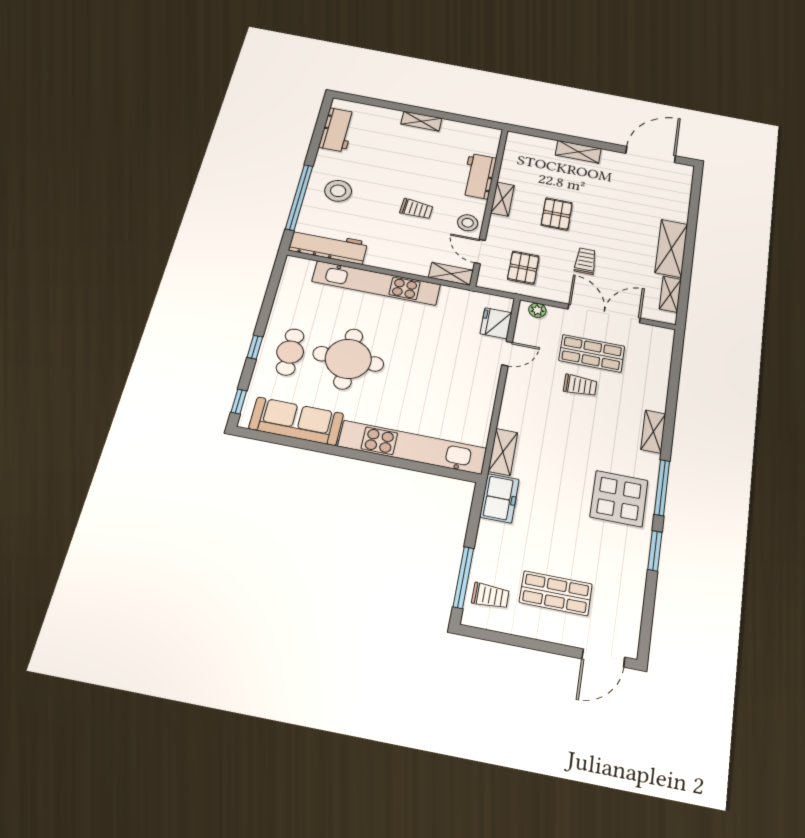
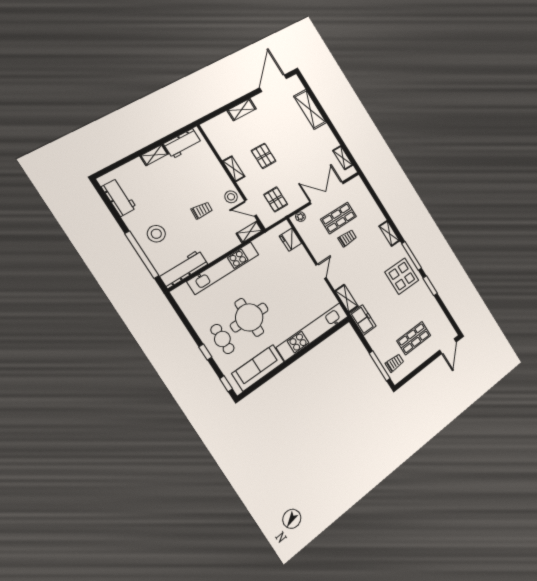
workbench: (479, 176) -> (183, 143), moved, turned -90
shelving: (671, 248) -> (310, 109), moved
trolley: (585, 261) -> (297, 172), removed
door: (507, 354) -> (321, 271), moved

